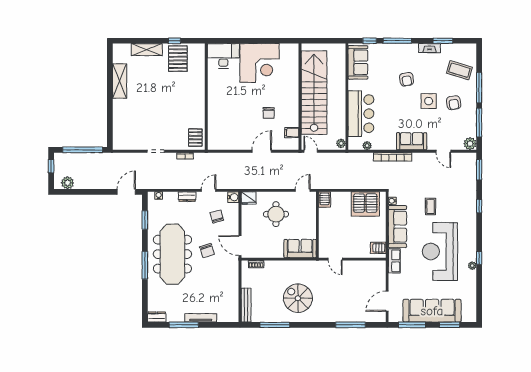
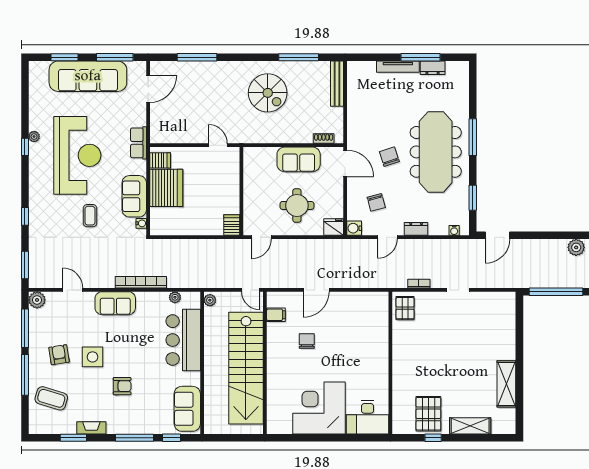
armchair: (407, 79) -> (122, 386), turned 99
server rack: (365, 204) -> (166, 188), moved, turned 90
sofa: (397, 227) -> (134, 196), width x0.73
sofa: (300, 249) -> (299, 159), moved
dresser: (157, 317) -> (433, 68), moved

